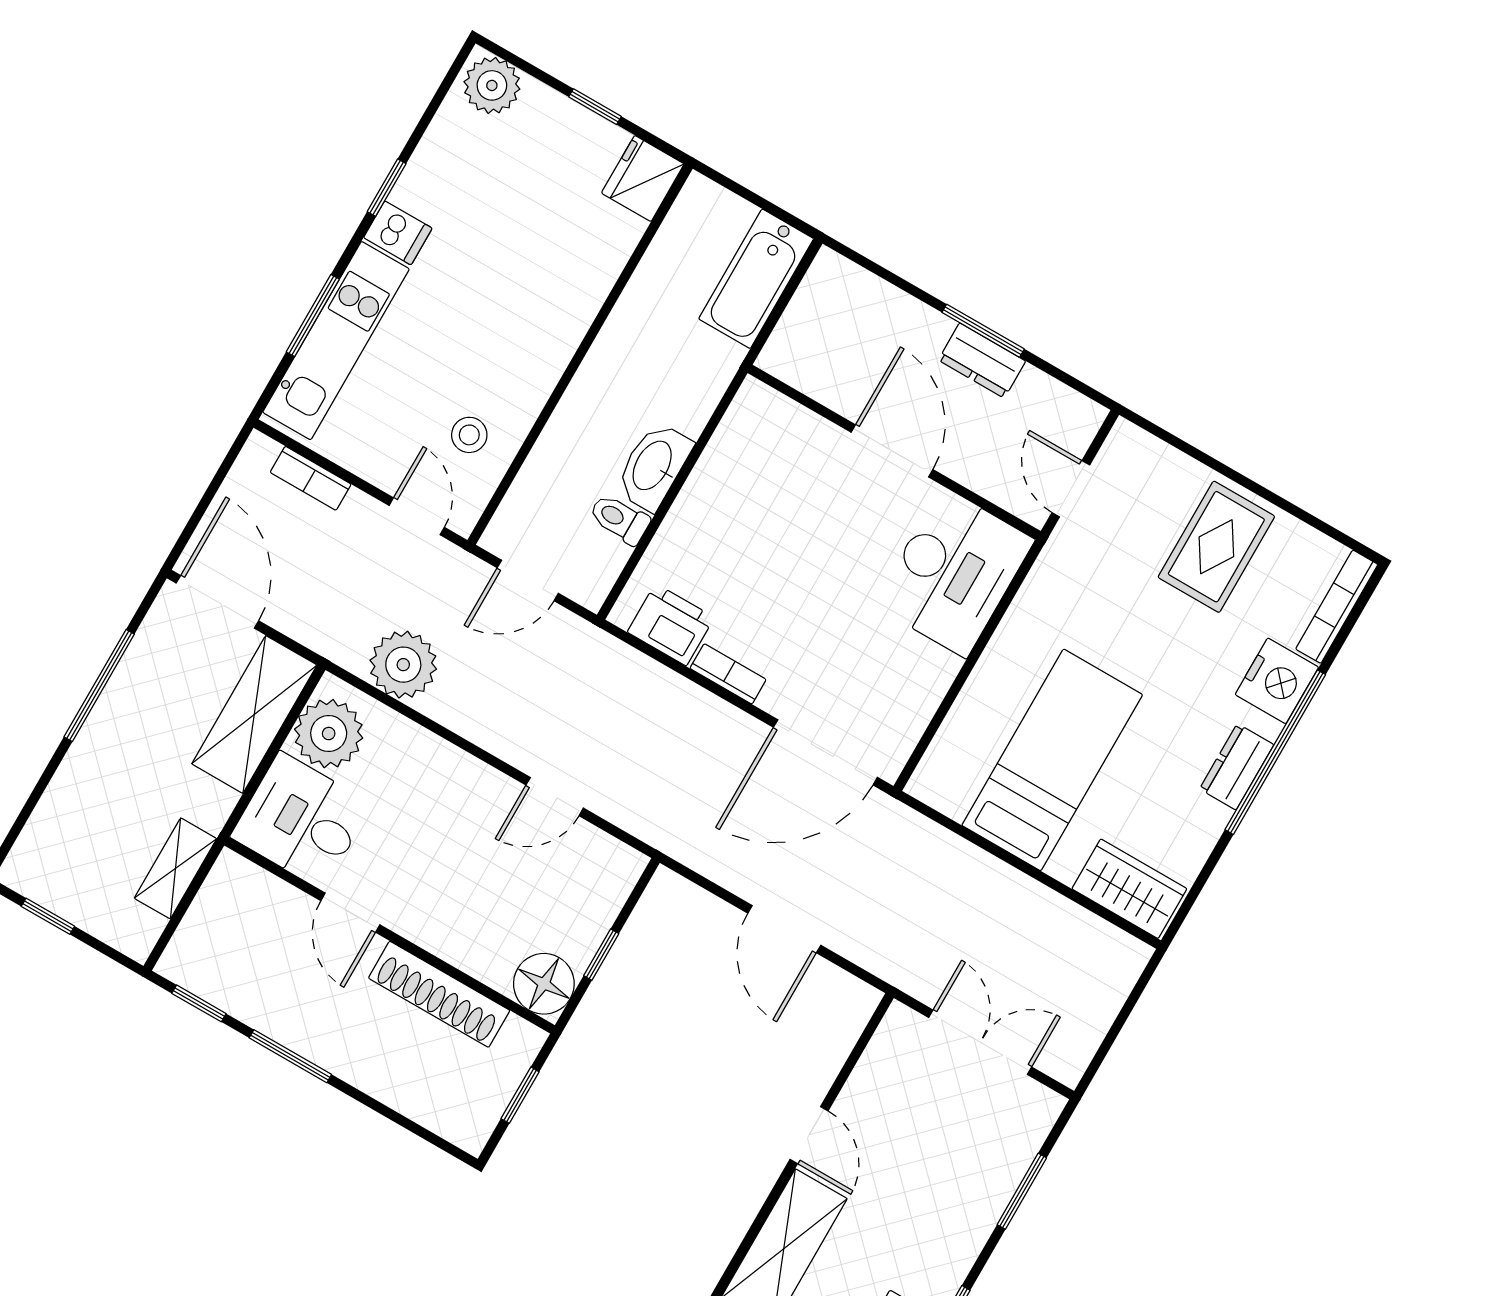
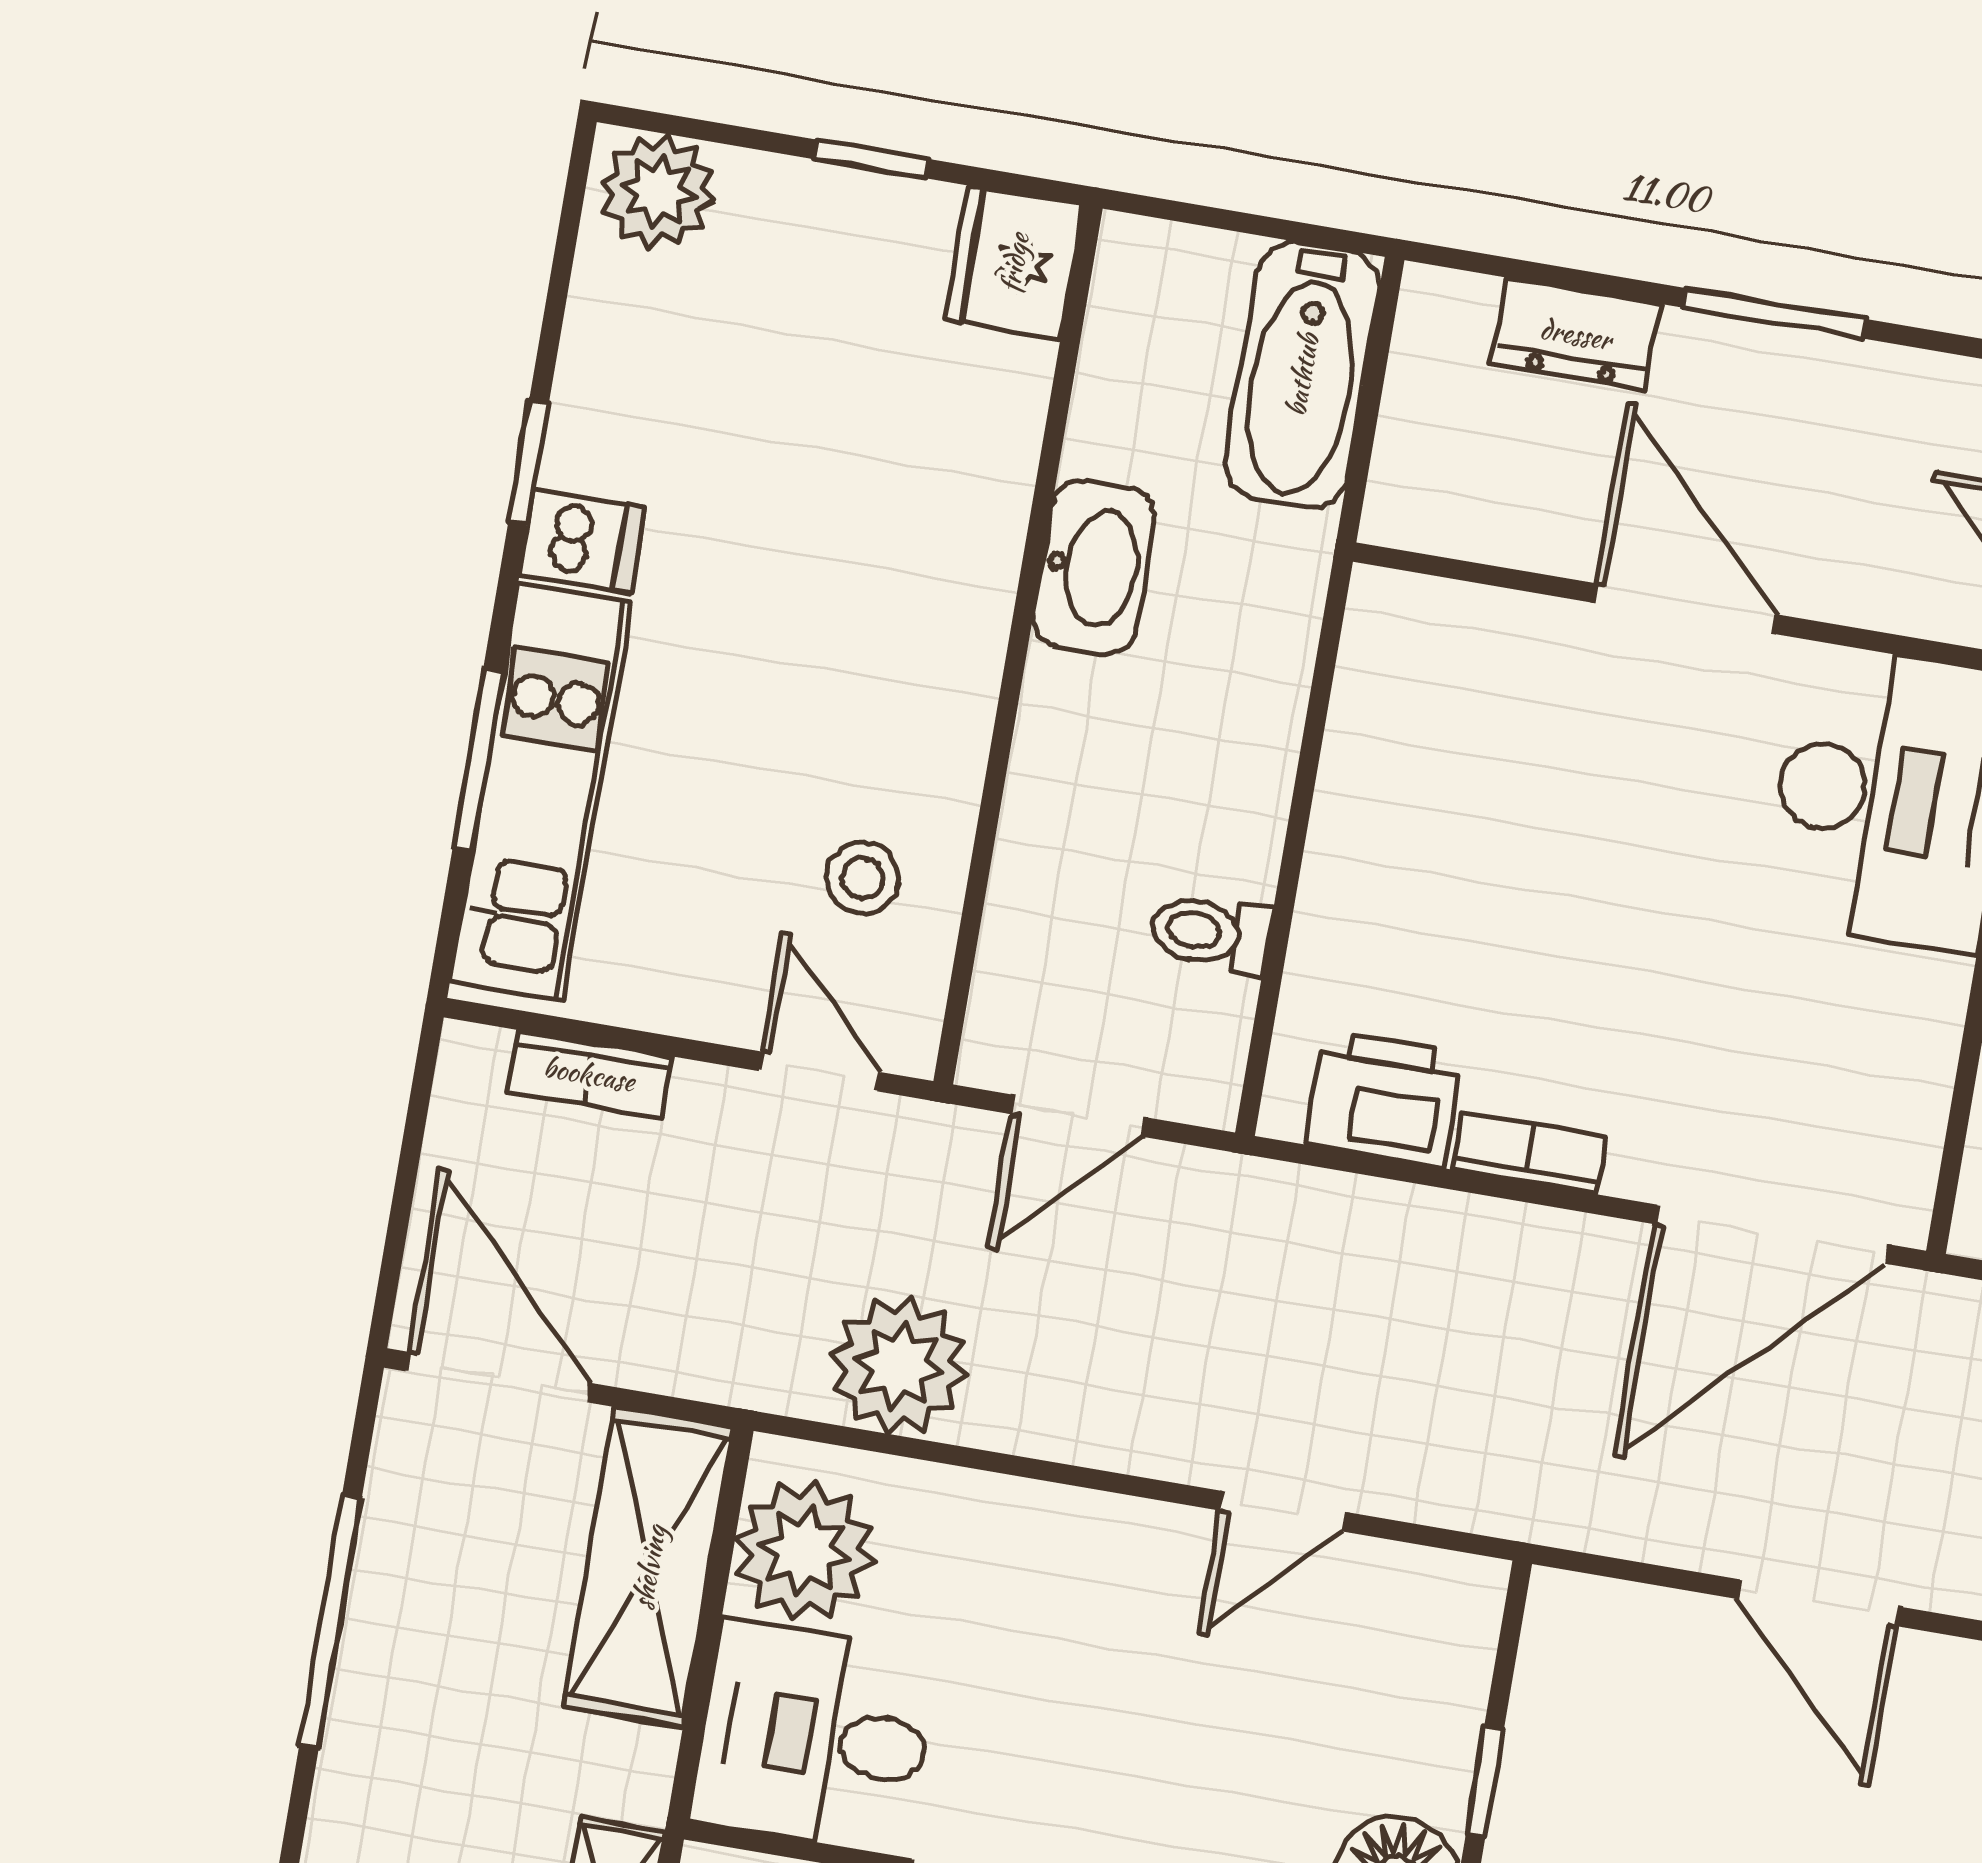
dresser: (982, 361) -> (1576, 334), moved
washbasin: (653, 466) -> (1094, 567), moved, turned 180

